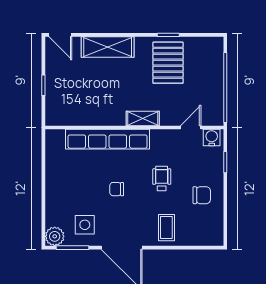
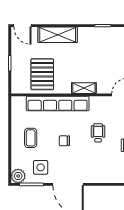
pallet: (168, 63) -> (42, 74), moved
coffee table: (166, 228) -> (31, 138), moved

